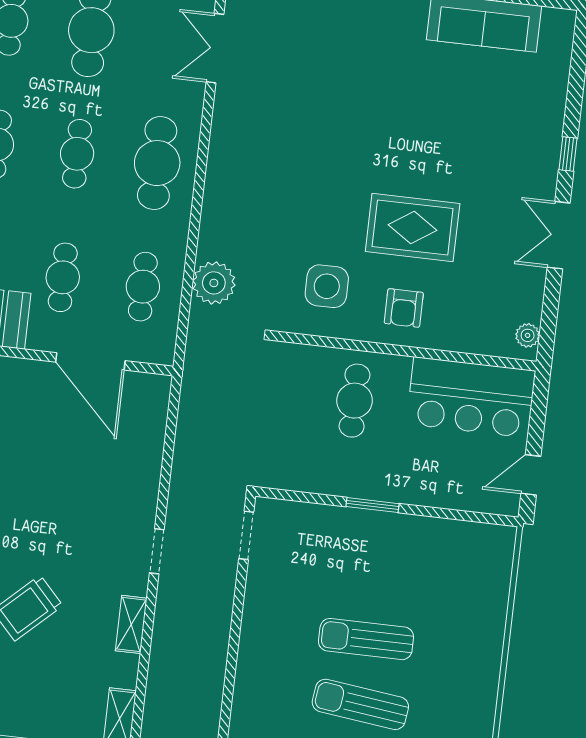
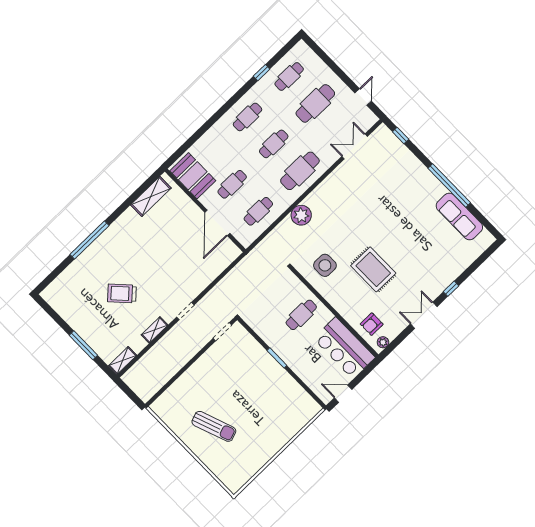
plant: (214, 283) -> (301, 215), moved
armchair: (404, 308) -> (372, 324), moved
sun lounger: (366, 639) -> (235, 404), removed
sun lounger: (360, 704) -> (214, 426), turned 153

